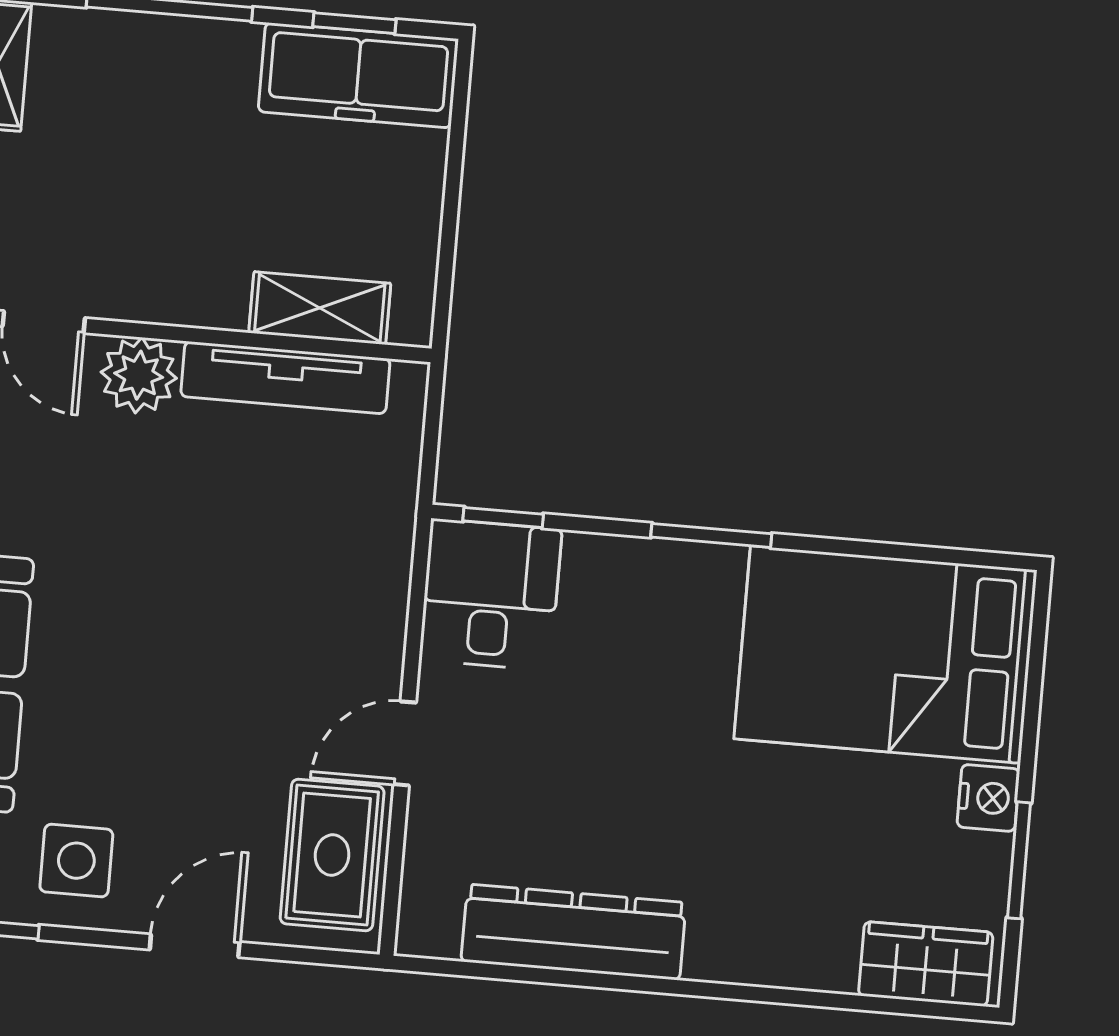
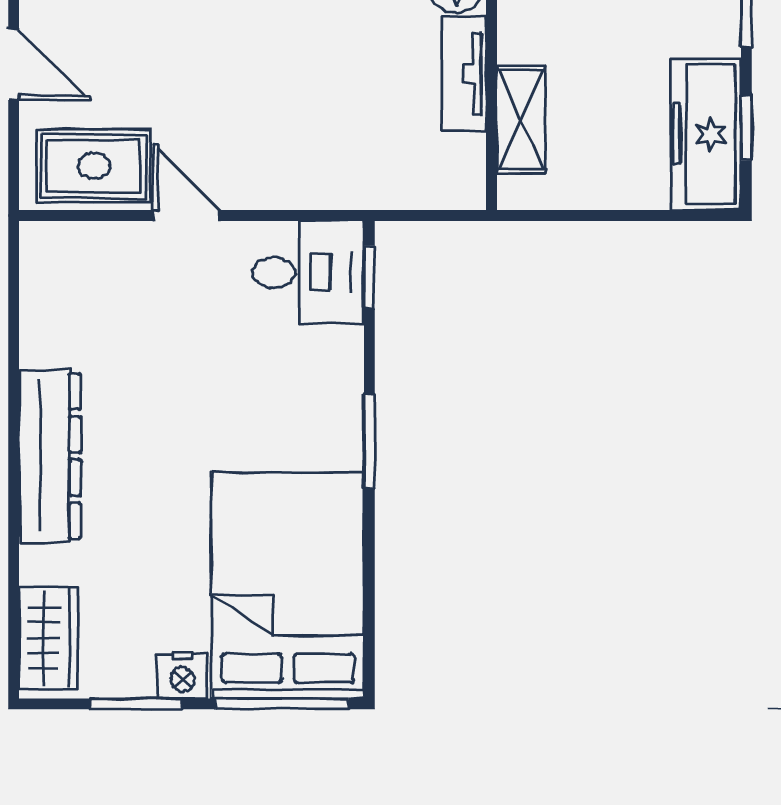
tv unit: (285, 378) -> (464, 74), width x0.71
window: (1035, 675) -> (282, 704), added
dresser: (574, 932) -> (50, 456), moved

